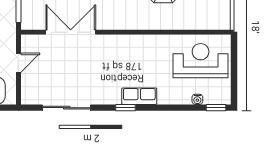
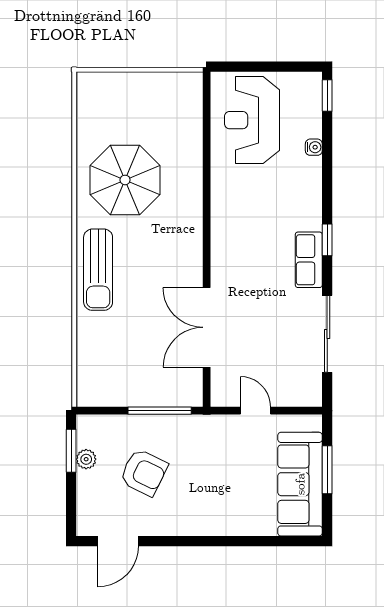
row of seats: (139, 96) -> (309, 260), moved
water cooler: (197, 99) -> (314, 147), moved

